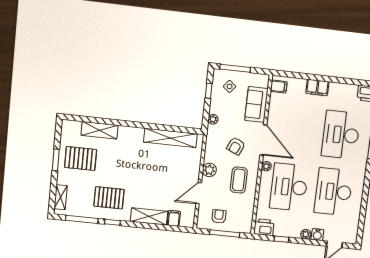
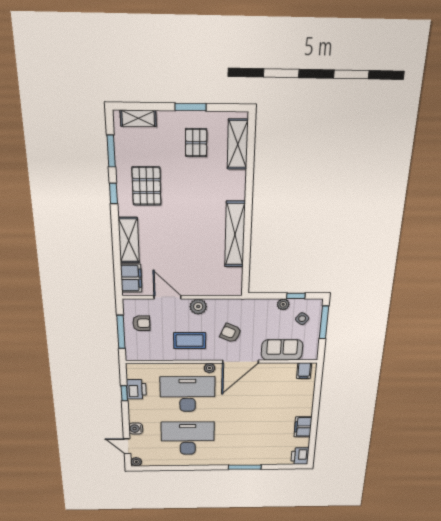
filing cabinet: (317, 87) -> (303, 427), moved
plant: (213, 119) -> (283, 304), moved
shelving: (100, 130) -> (238, 144), moved
desk: (341, 135) -> (253, 438), removed
shelving: (170, 138) -> (235, 235), moved
pallet: (81, 158) -> (196, 143), width x0.67, depth x0.71
filing cabinet: (174, 218) -> (131, 278), width x2.00
window: (82, 219) -> (111, 151), width x0.69
printer: (264, 227) -> (136, 389), moved
plant: (306, 234) -> (136, 462), moved

